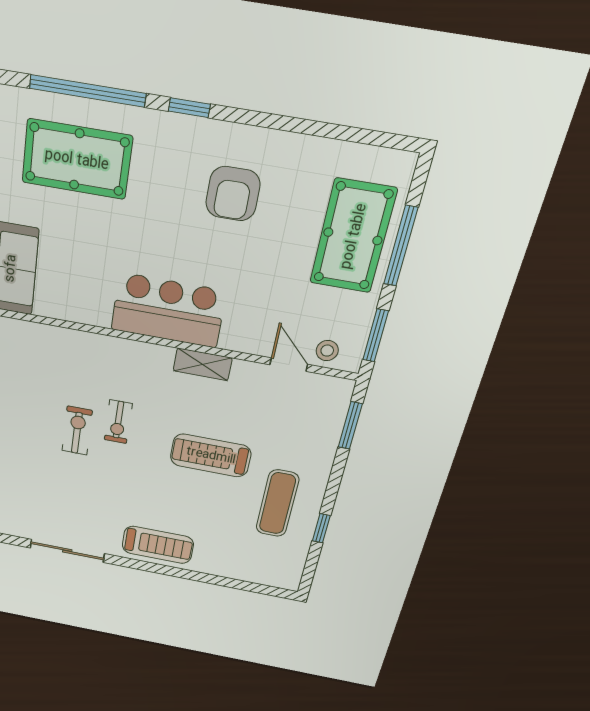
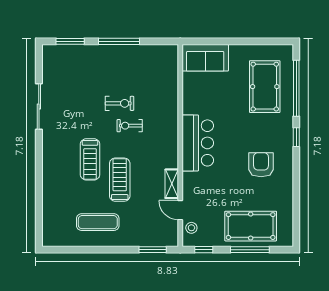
armchair: (233, 194) -> (261, 165), turned 90
window: (376, 335) -> (204, 250), width x0.67
shelving: (203, 364) -> (172, 184), moved
door: (289, 365) -> (180, 210), swing flipped
window: (321, 528) -> (87, 250), removed
treadmill: (158, 545) -> (90, 159), moved

